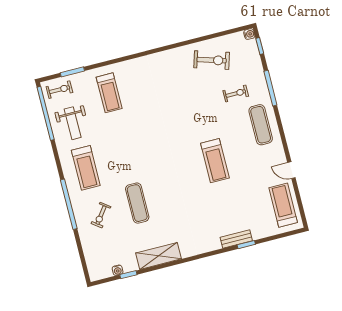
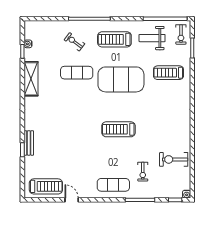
exercise bike: (212, 60) -> (174, 159), turned 73
exercise mat: (132, 148) -> (121, 79), added
treadmill: (215, 161) -> (118, 129), moved
door: (291, 170) -> (72, 200), hinge flipped

